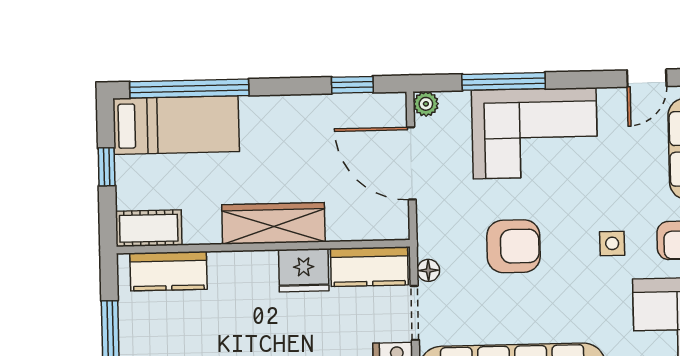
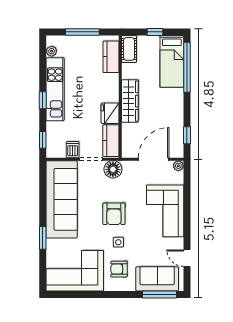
window: (504, 81) -> (187, 198), removed
armchair: (513, 246) -> (114, 214), moved
floor lamp: (428, 270) -> (113, 169), width x1.89, depth x1.89

